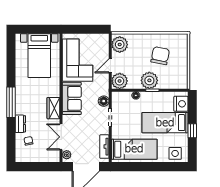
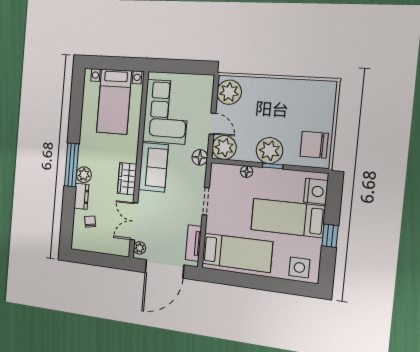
chair: (160, 56) -> (314, 145), moved, turned -101
door: (110, 66) -> (212, 124), swing flipped
floor lamp: (104, 101) -> (200, 157), moved
plant: (21, 108) -> (84, 175), added

